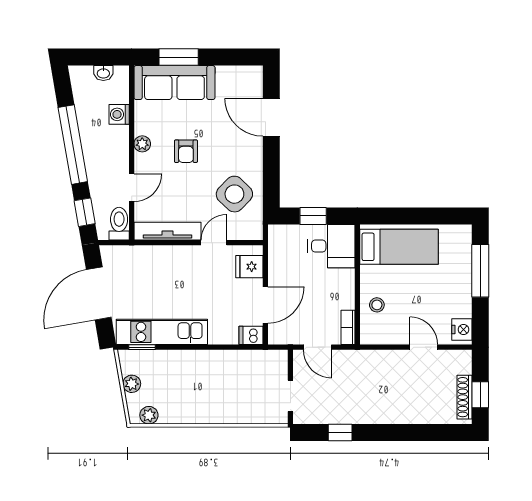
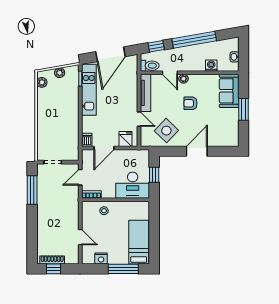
window: (179, 57) -> (243, 109), moved
sofa: (174, 83) -> (229, 91), width x0.73
door: (271, 117) -> (197, 151), moved
plant: (142, 144) -> (184, 79), moved
desk: (331, 246) -> (133, 185), width x1.37
bed: (399, 247) -> (139, 242), moved, turned 180
door: (99, 293) -> (110, 54), swing flipped
door: (265, 305) -> (104, 148), hinge flipped
nightstand: (462, 330) -> (101, 259), moved
door: (424, 347) -> (80, 237), hinge flipped
window: (340, 433) -> (32, 190), width x2.17

